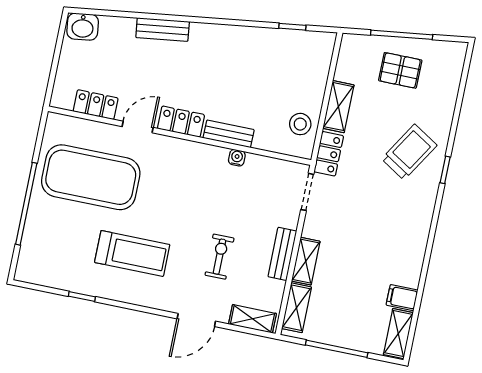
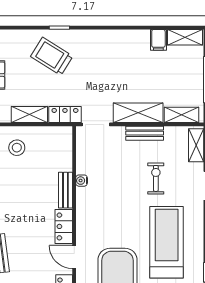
stool: (300, 124) -> (17, 148), moved
treadmill: (132, 253) -> (167, 242), width x1.37, depth x1.38
exercise bike: (219, 257) -> (156, 178), turned 90
shelving: (306, 261) -> (138, 113), width x1.50, depth x1.33

